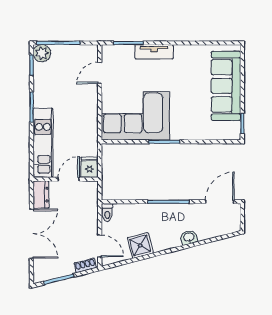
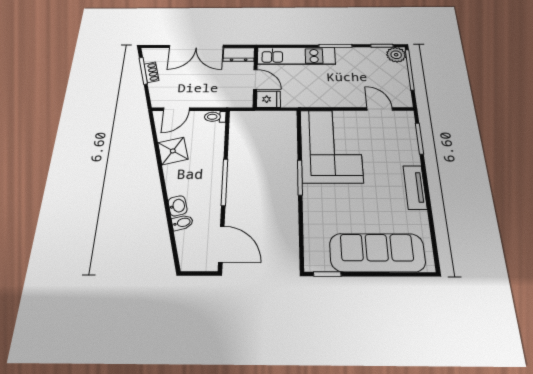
tv unit: (154, 52) -> (415, 187), moved
bidet: (203, 233) -> (182, 223), added
shoe rack: (85, 265) -> (151, 72), moved

